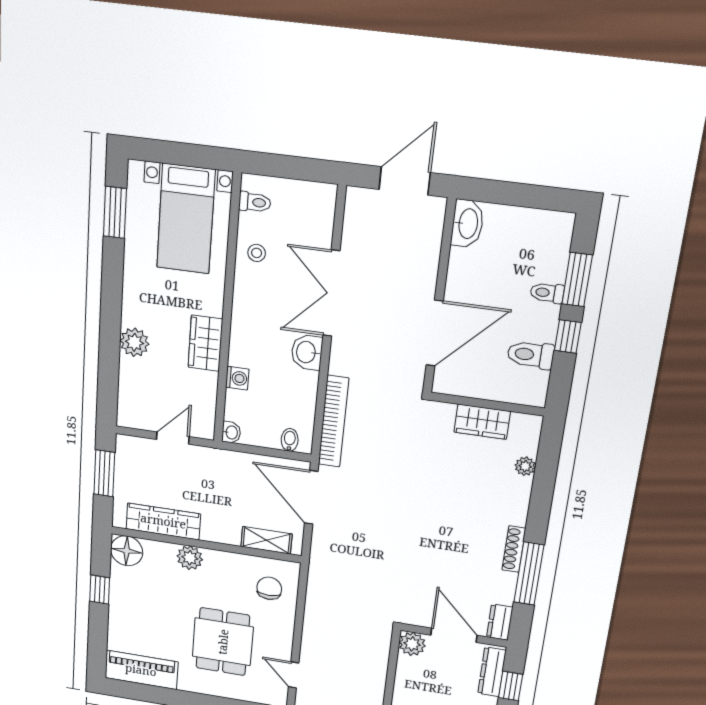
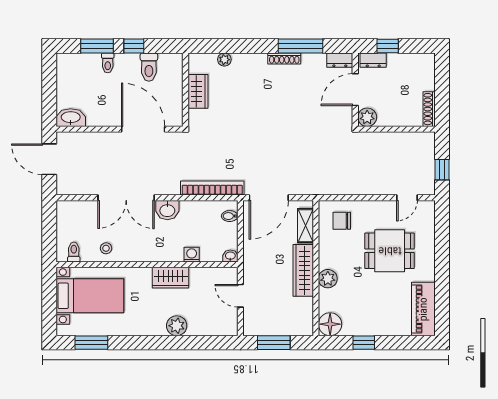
wardrobe: (163, 521) -> (303, 270), moved
dresser: (492, 672) -> (373, 60), width x0.70

